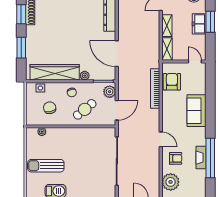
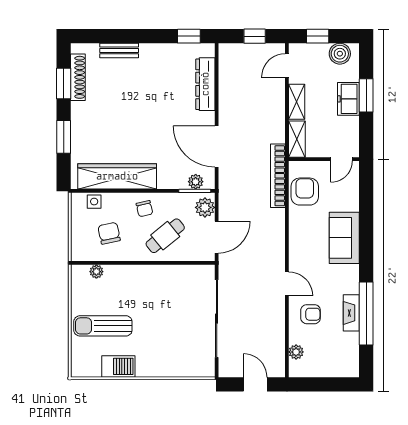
door: (195, 62) -> (341, 159), swing flipped
plant: (85, 76) -> (196, 182), moved
bookcase: (155, 89) -> (278, 176), moved
plant: (171, 182) -> (296, 352), width x0.53, depth x0.53

